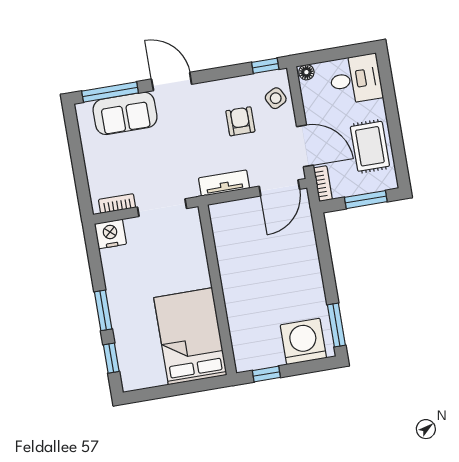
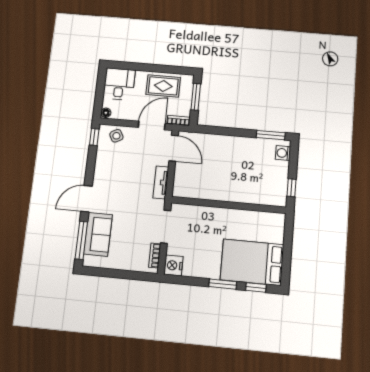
armchair: (240, 121) -> (124, 162), removed
bed: (190, 336) -> (252, 262), moved
washing machine: (303, 341) -> (283, 153), width x0.53, depth x0.53

